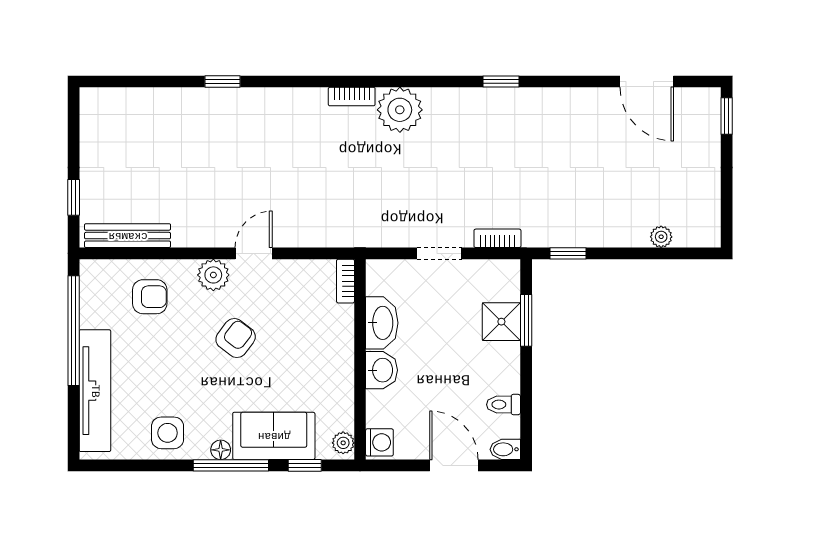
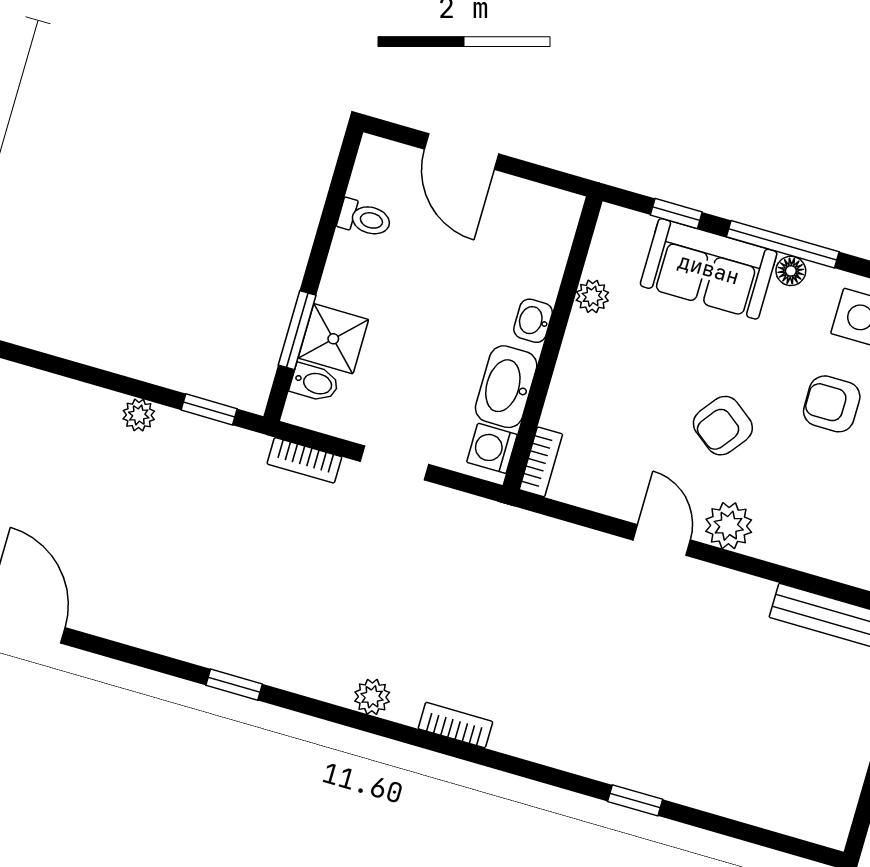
plant: (400, 110) -> (372, 697), width x0.53, depth x0.53
plant: (661, 237) -> (139, 415), moved
door: (254, 253) -> (662, 540), swing flipped
armchair: (150, 297) -> (832, 404), moved
washbasin: (382, 370) -> (533, 321), width x0.72, depth x0.69
washing machine: (379, 442) -> (492, 448), moved
plant: (343, 443) -> (592, 296), moved
bidet: (505, 449) -> (315, 383), moved

